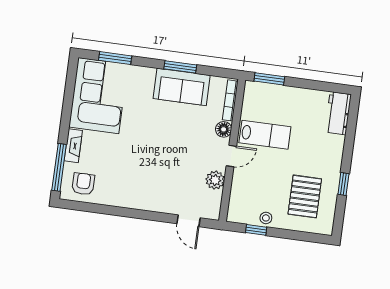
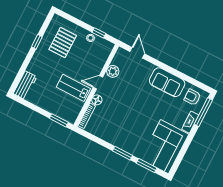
window: (180, 67) -> (122, 153), moved
sofa: (182, 87) -> (167, 82), moved, turned 180
armchair: (83, 184) -> (192, 97), turned 90

